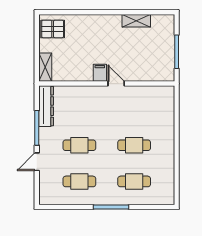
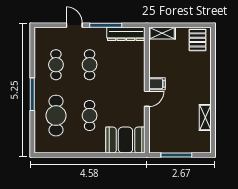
booth: (161, 107) -> (125, 140), added
cafe table: (134, 181) -> (56, 116), width x1.37, depth x1.35

